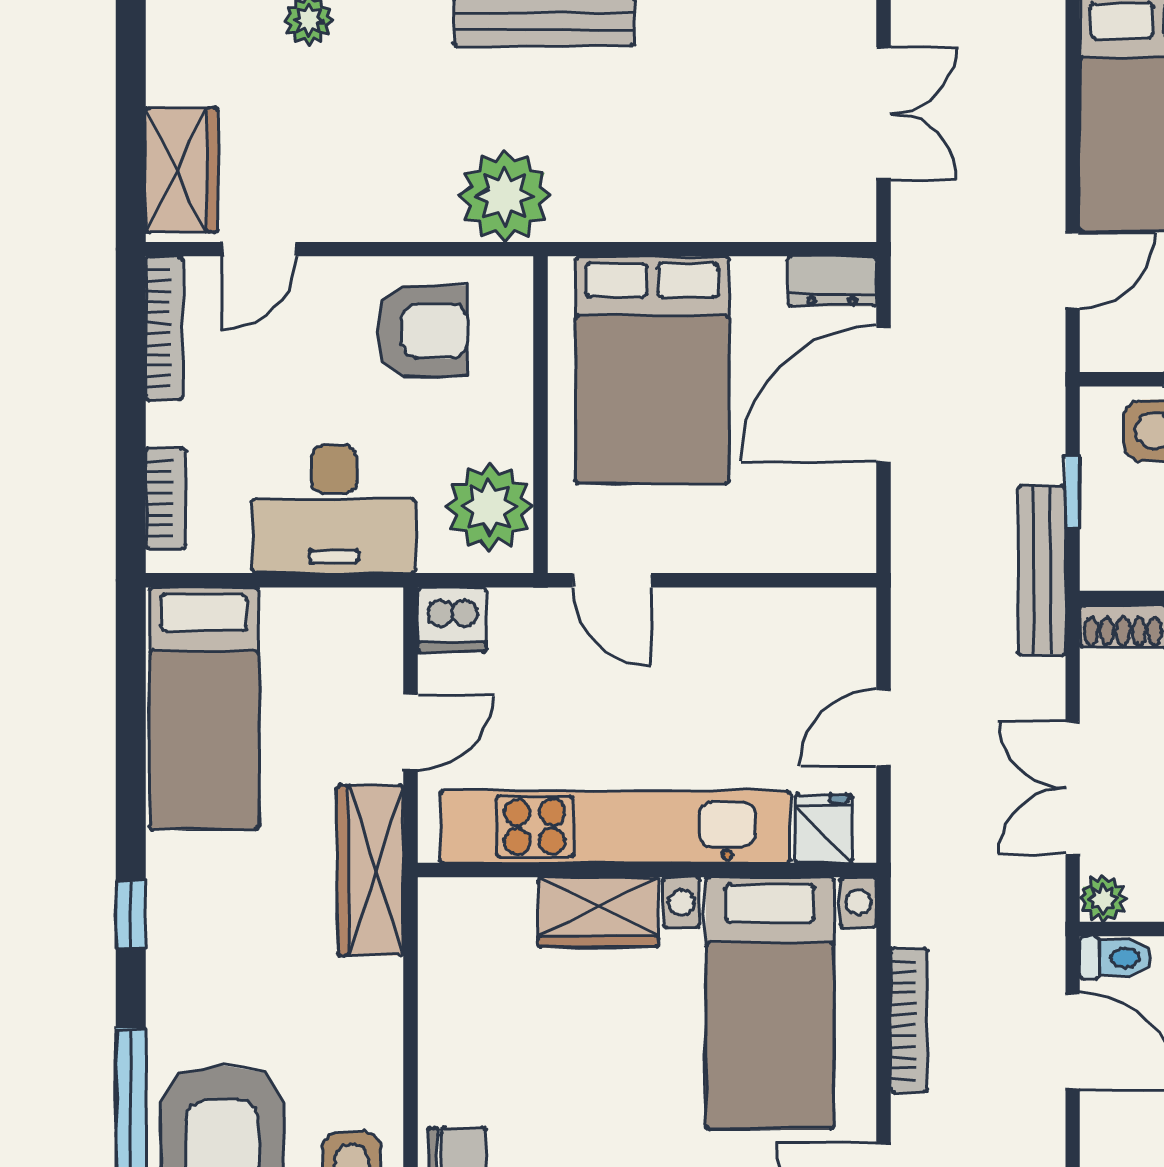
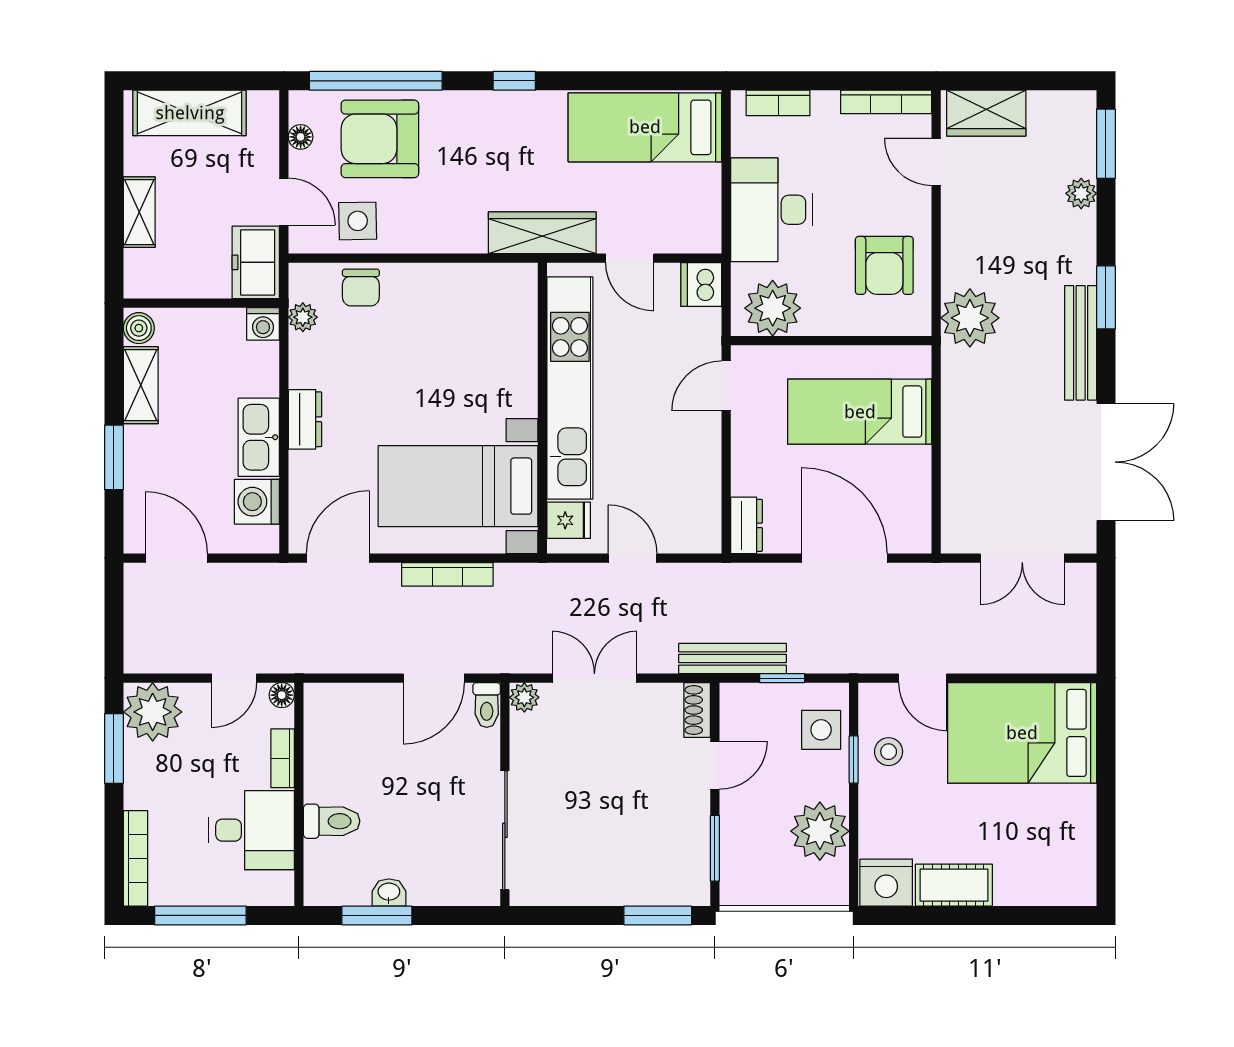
dresser: (832, 281) -> (747, 525), moved, turned 180
bed: (652, 370) -> (860, 412), width x0.67
wardrobe: (598, 912) -> (516, 377), removed

